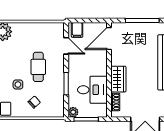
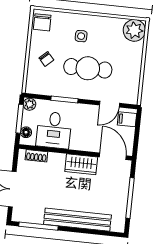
cafe table: (38, 67) -> (88, 68), width x1.37, depth x1.35
wardrobe: (118, 79) -> (81, 164), moved
side table: (18, 85) -> (81, 36), moved
floor lamp: (97, 113) -> (26, 132), added

